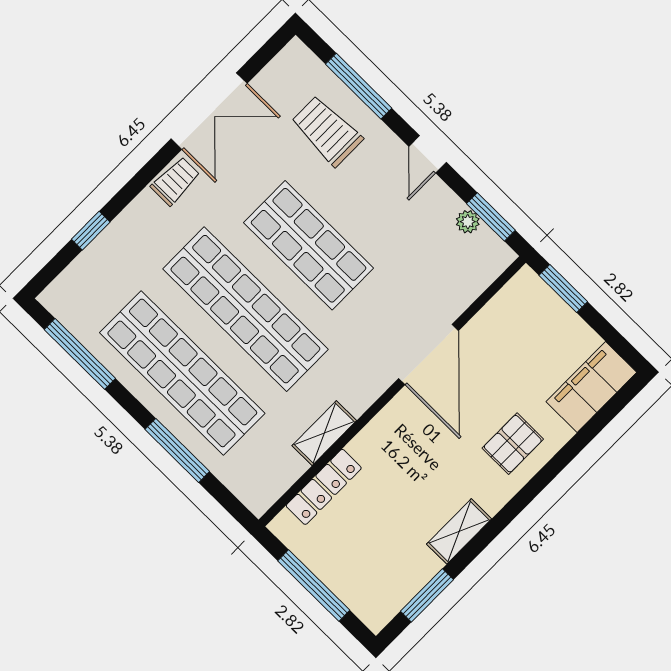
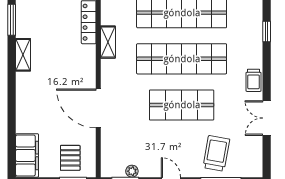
double door: (209, 111) -> (267, 118), width x0.73
trolley: (327, 131) -> (216, 153), turned -80
pallet: (513, 444) -> (70, 158), moved

